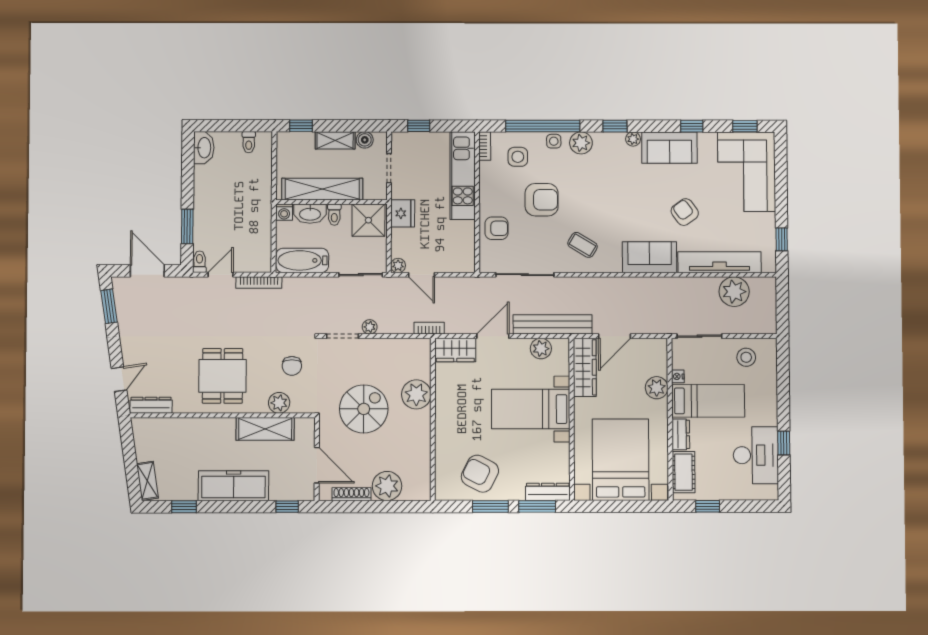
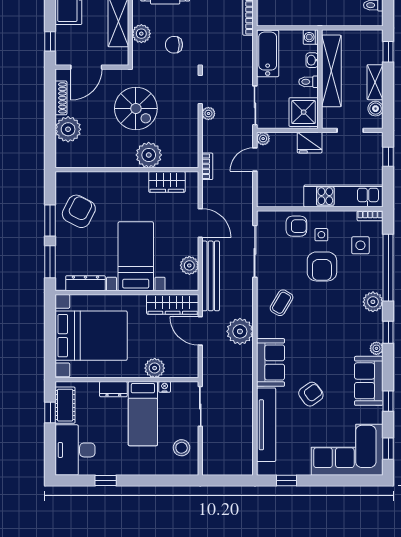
side table: (554, 141) -> (321, 235), moved
washbasin: (310, 214) -> (312, 60), width x0.52, depth x0.69
armchair: (496, 228) -> (296, 226), turned -90
plant: (734, 292) -> (240, 331), moved
wardrobe: (455, 350) -> (167, 182), moved, turned -90
desk: (756, 455) -> (75, 450), moved, turned 90
cot: (683, 472) -> (65, 405), moved, turned 90
dresser: (548, 492) -> (85, 283), moved, turned -90

